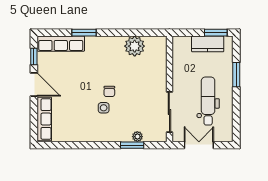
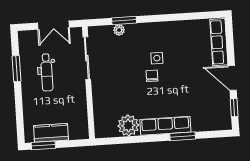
row of seats: (61, 44) -> (165, 126), moved
window: (236, 75) -> (16, 69), moved
dental chair: (208, 101) -> (47, 72), width x0.73, depth x0.72

